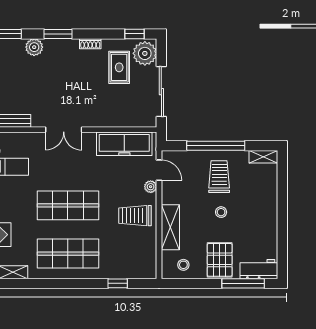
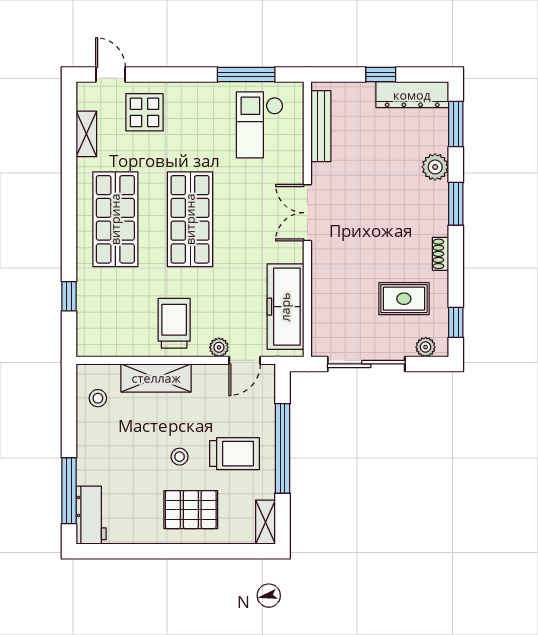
plant: (145, 53) -> (426, 347), width x0.53, depth x0.53
pallet: (220, 260) -> (191, 510), moved

